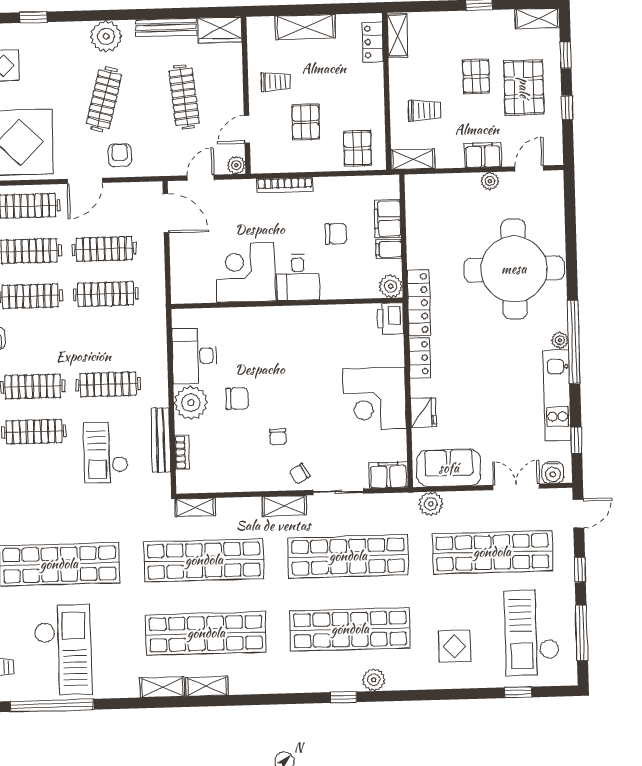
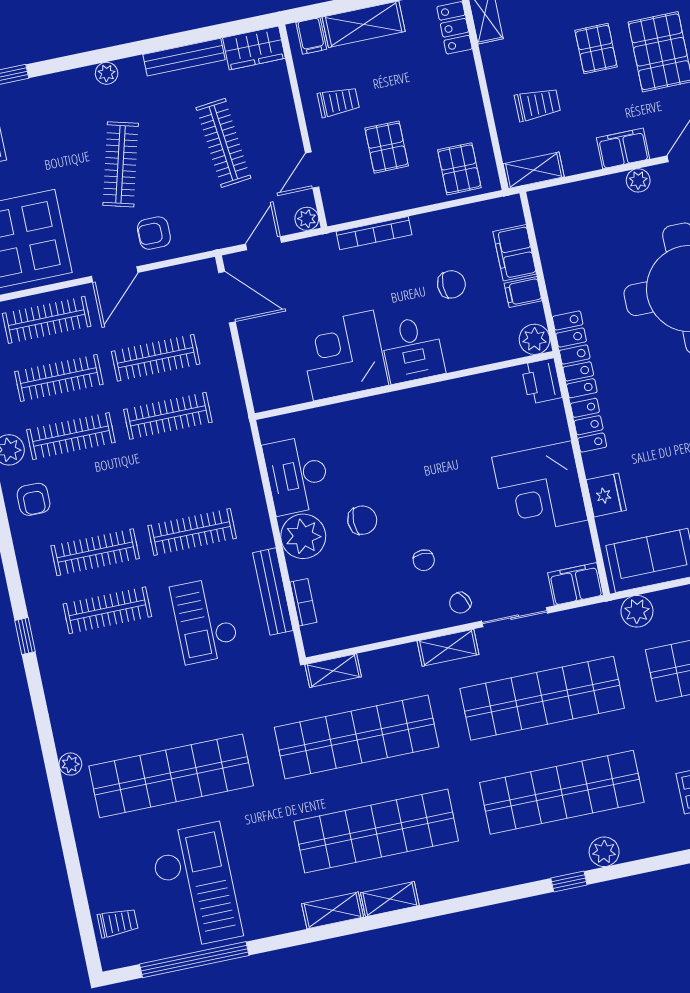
filing cabinet: (264, 29) -> (311, 36), added
plant: (106, 36) -> (107, 73), width x0.53, depth x0.53
armchair: (120, 155) -> (154, 233), turned -90

